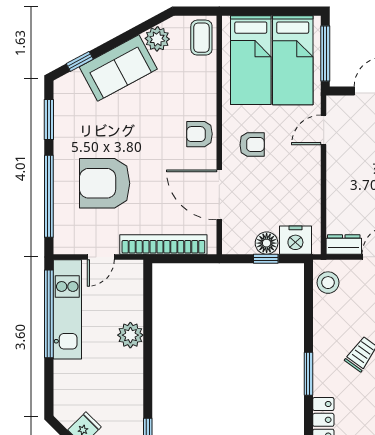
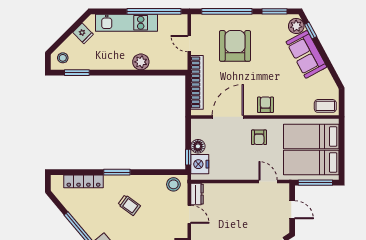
plant: (157, 39) -> (296, 26), moved
window: (266, 259) -> (188, 157), moved
kitchen unit: (67, 309) -> (126, 23), moved

